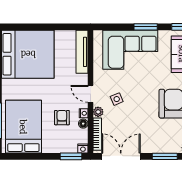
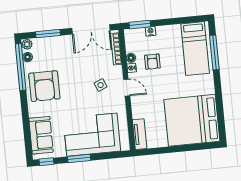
tv unit: (82, 52) -> (140, 134), width x0.71
plant: (98, 112) -> (117, 71), removed
bed: (23, 127) -> (195, 49), width x0.67
nightstand: (83, 148) -> (151, 31), moved

